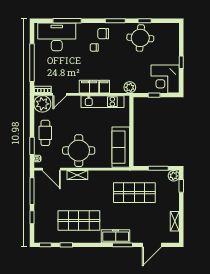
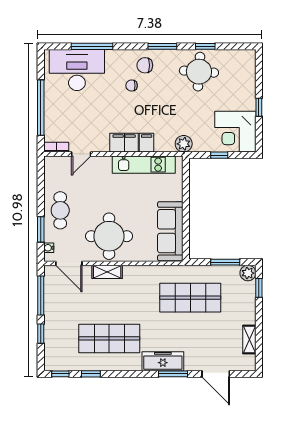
plant: (42, 104) -> (56, 168), removed
door: (152, 245) -> (216, 374), hinge flipped

